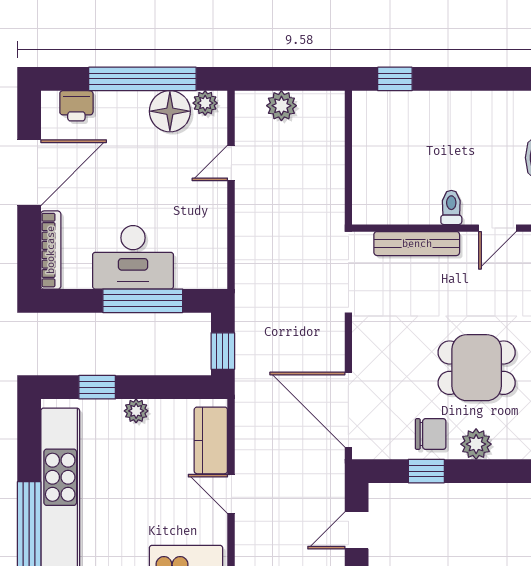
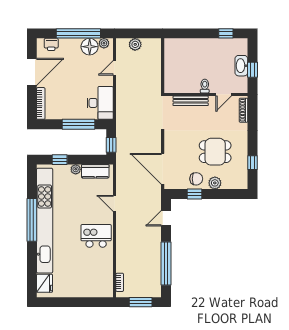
window: (395, 79) -> (226, 33), moved
desk: (133, 257) -> (100, 103), moved, turned -90
kitchen counter: (211, 440) -> (95, 171), moved, turned -90

